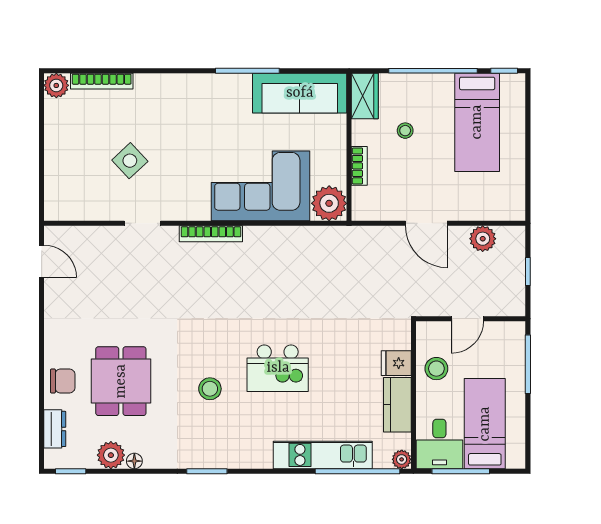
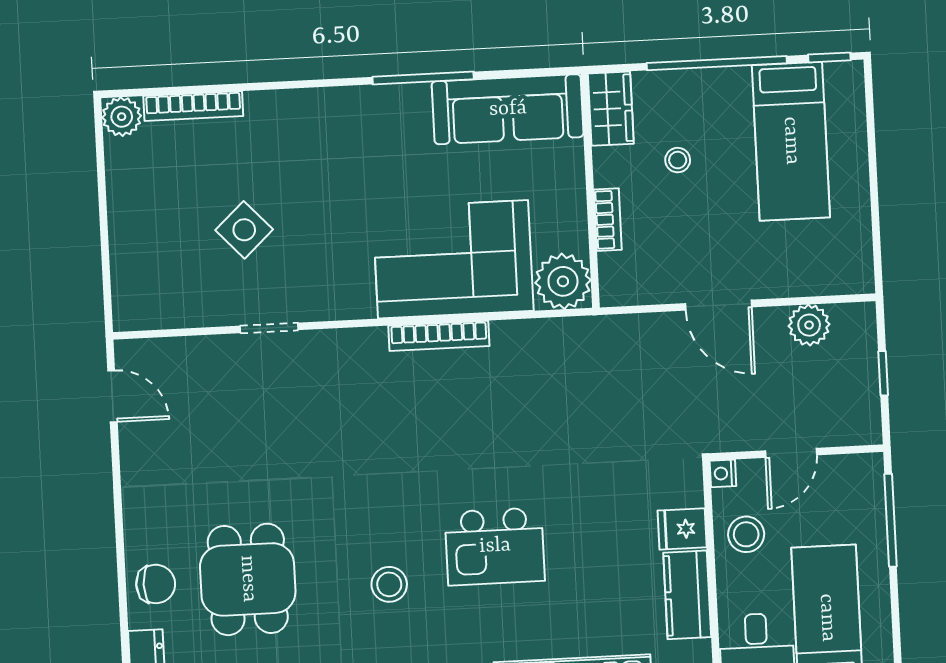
bookcase: (211, 234) -> (439, 336), moved
nightstand: (424, 329) -> (723, 473), added

